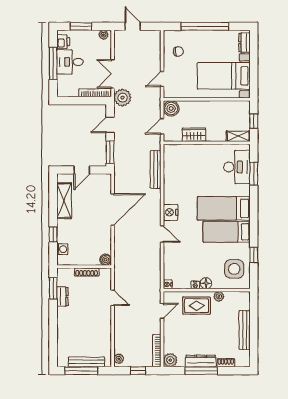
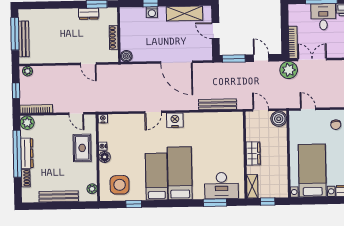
wardrobe: (194, 135) -> (253, 153), moved
washing machine: (62, 249) -> (152, 12), moved
plant: (219, 296) -> (92, 189), moved
door: (113, 298) -> (88, 64), hinge flipped
window: (201, 371) -> (17, 154), width x1.46

